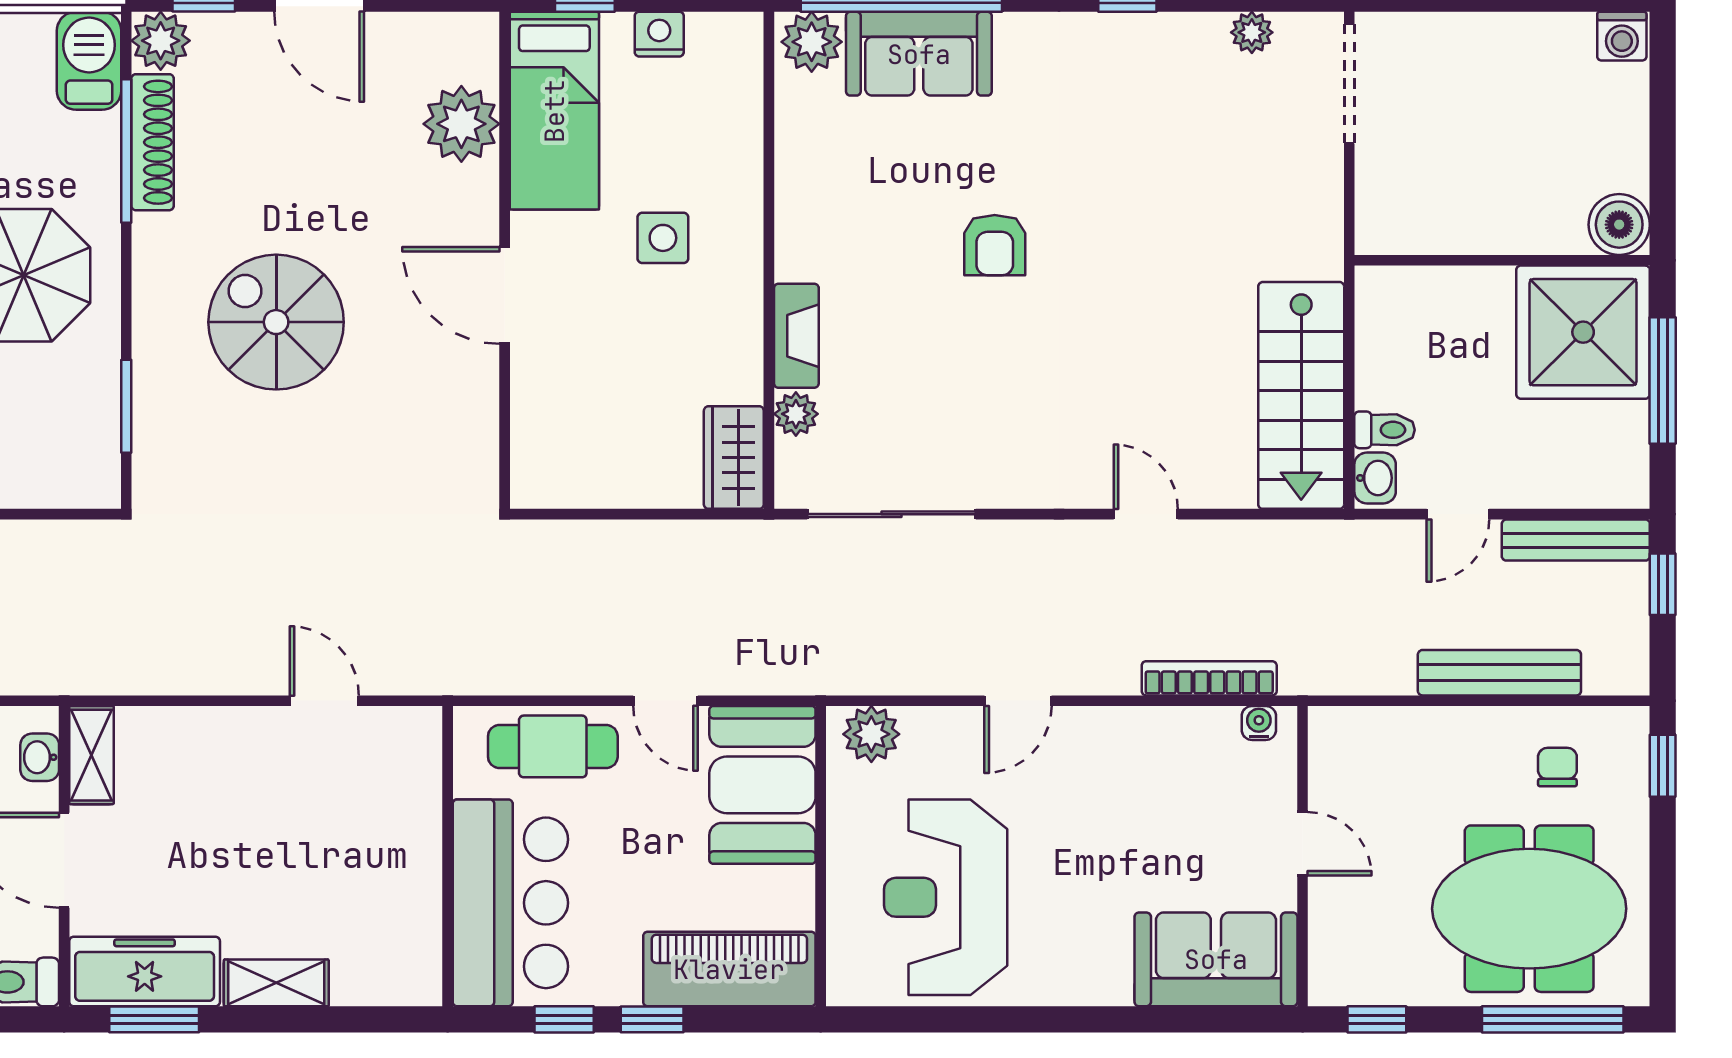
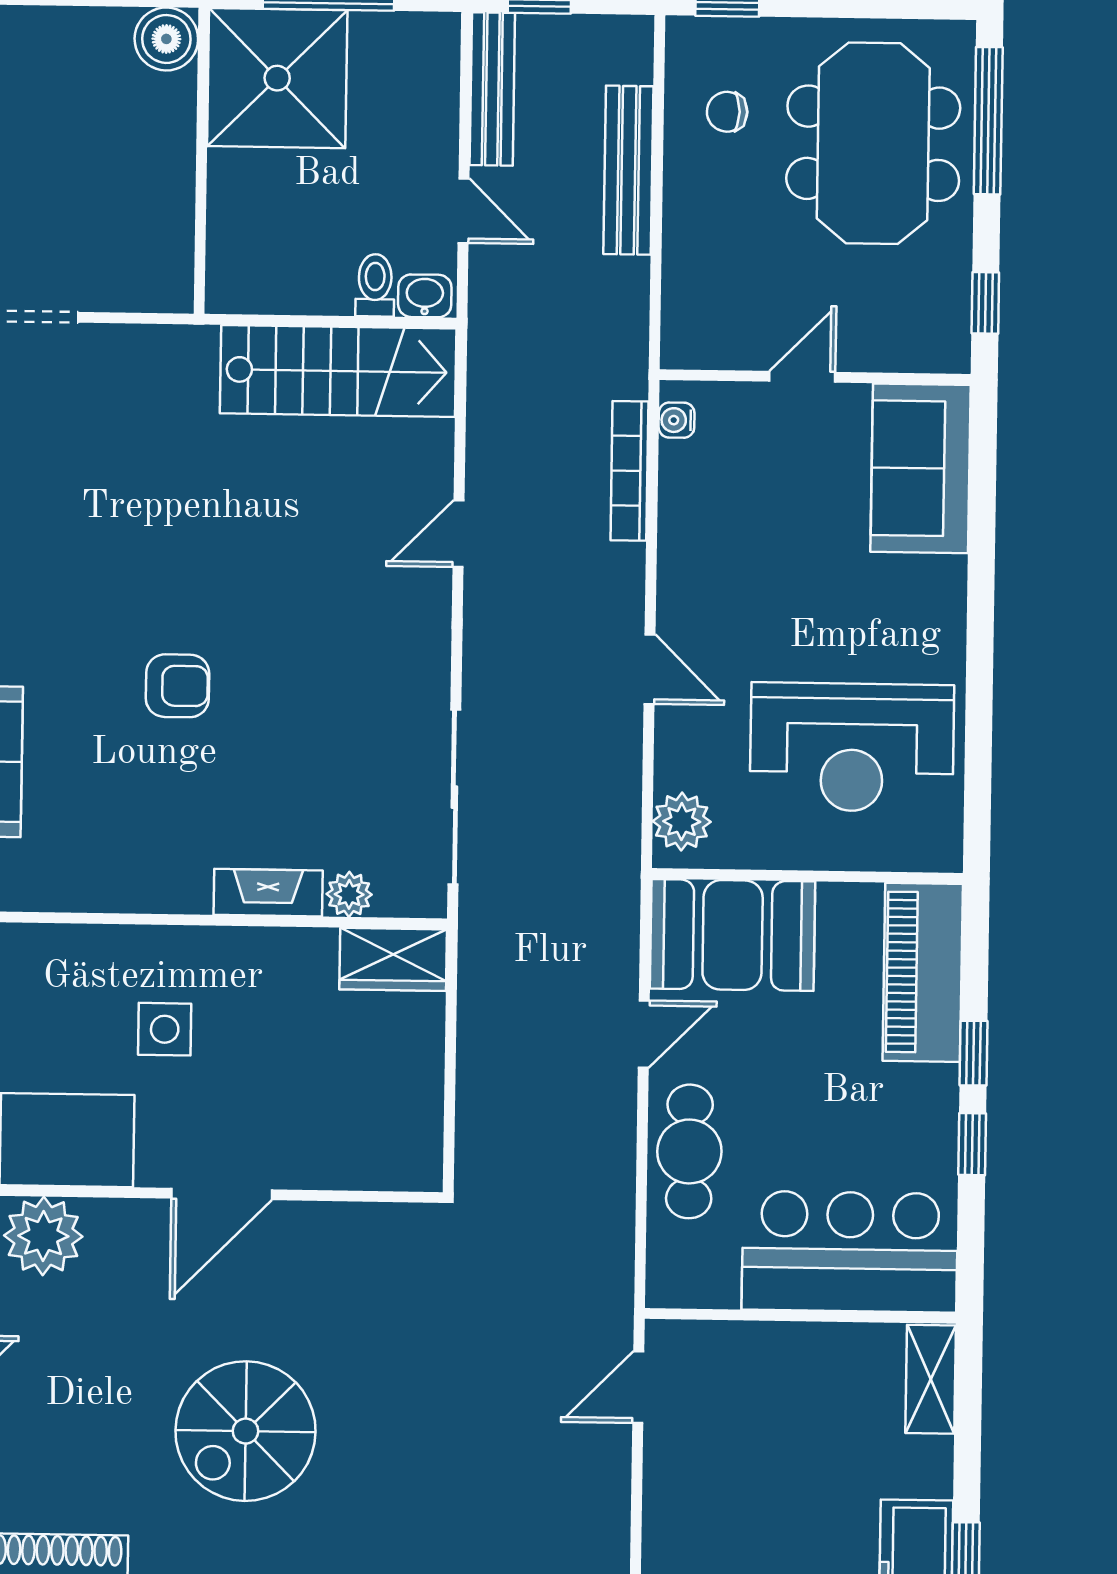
wall: (448, 856) -> (800, 1316), moved
bar counter: (510, 903) -> (850, 1252), moved
shelving: (276, 983) -> (931, 1379), moved

